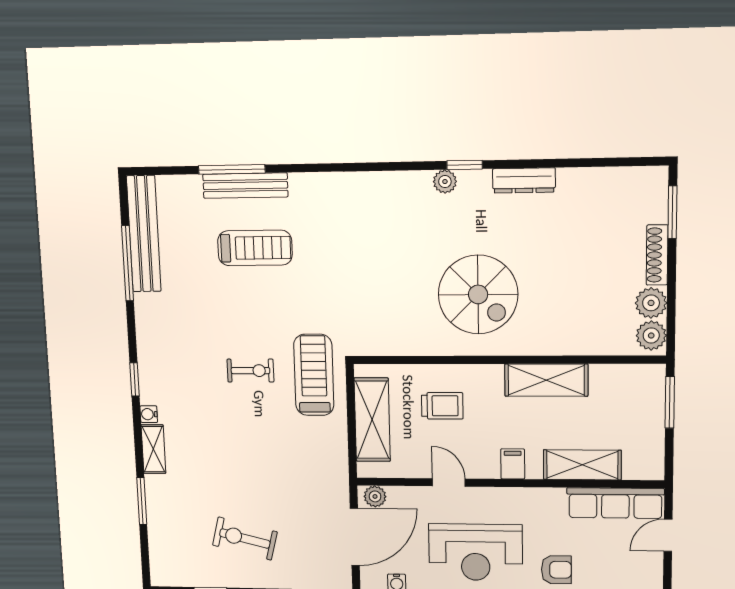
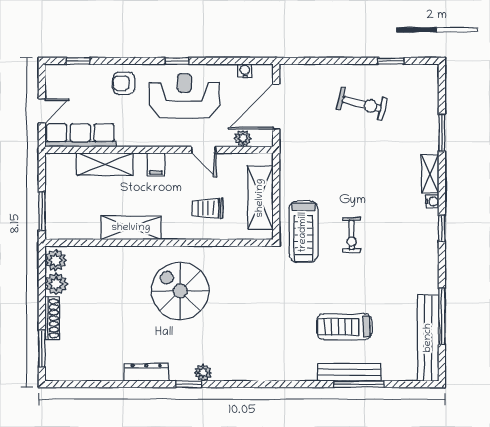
exercise bike: (250, 371) -> (352, 235), turned -90
plant: (375, 496) -> (243, 138), moved

